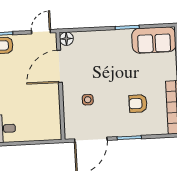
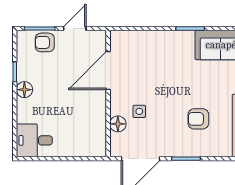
door: (41, 32) -> (75, 29), moved
floor lamp: (66, 39) -> (118, 124), moved

